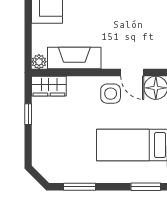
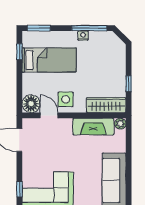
wardrobe: (49, 86) -> (106, 105), width x1.50
nightstand: (88, 177) -> (83, 36), added
window: (80, 187) -> (89, 28), width x1.44

